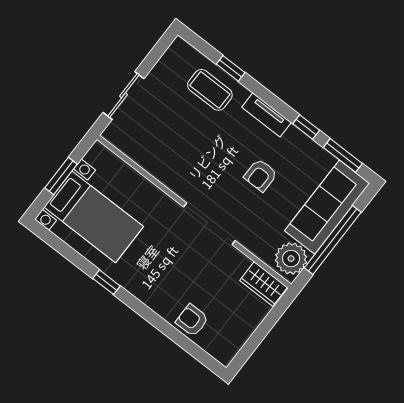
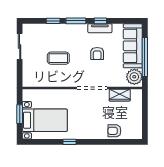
coffee table: (210, 90) -> (58, 58), moved
sliding door: (123, 95) -> (20, 46), moved
tv unit: (266, 115) -> (100, 28), moved
window: (343, 155) -> (76, 21), moved
wardrobe: (264, 284) -> (120, 95), moved

